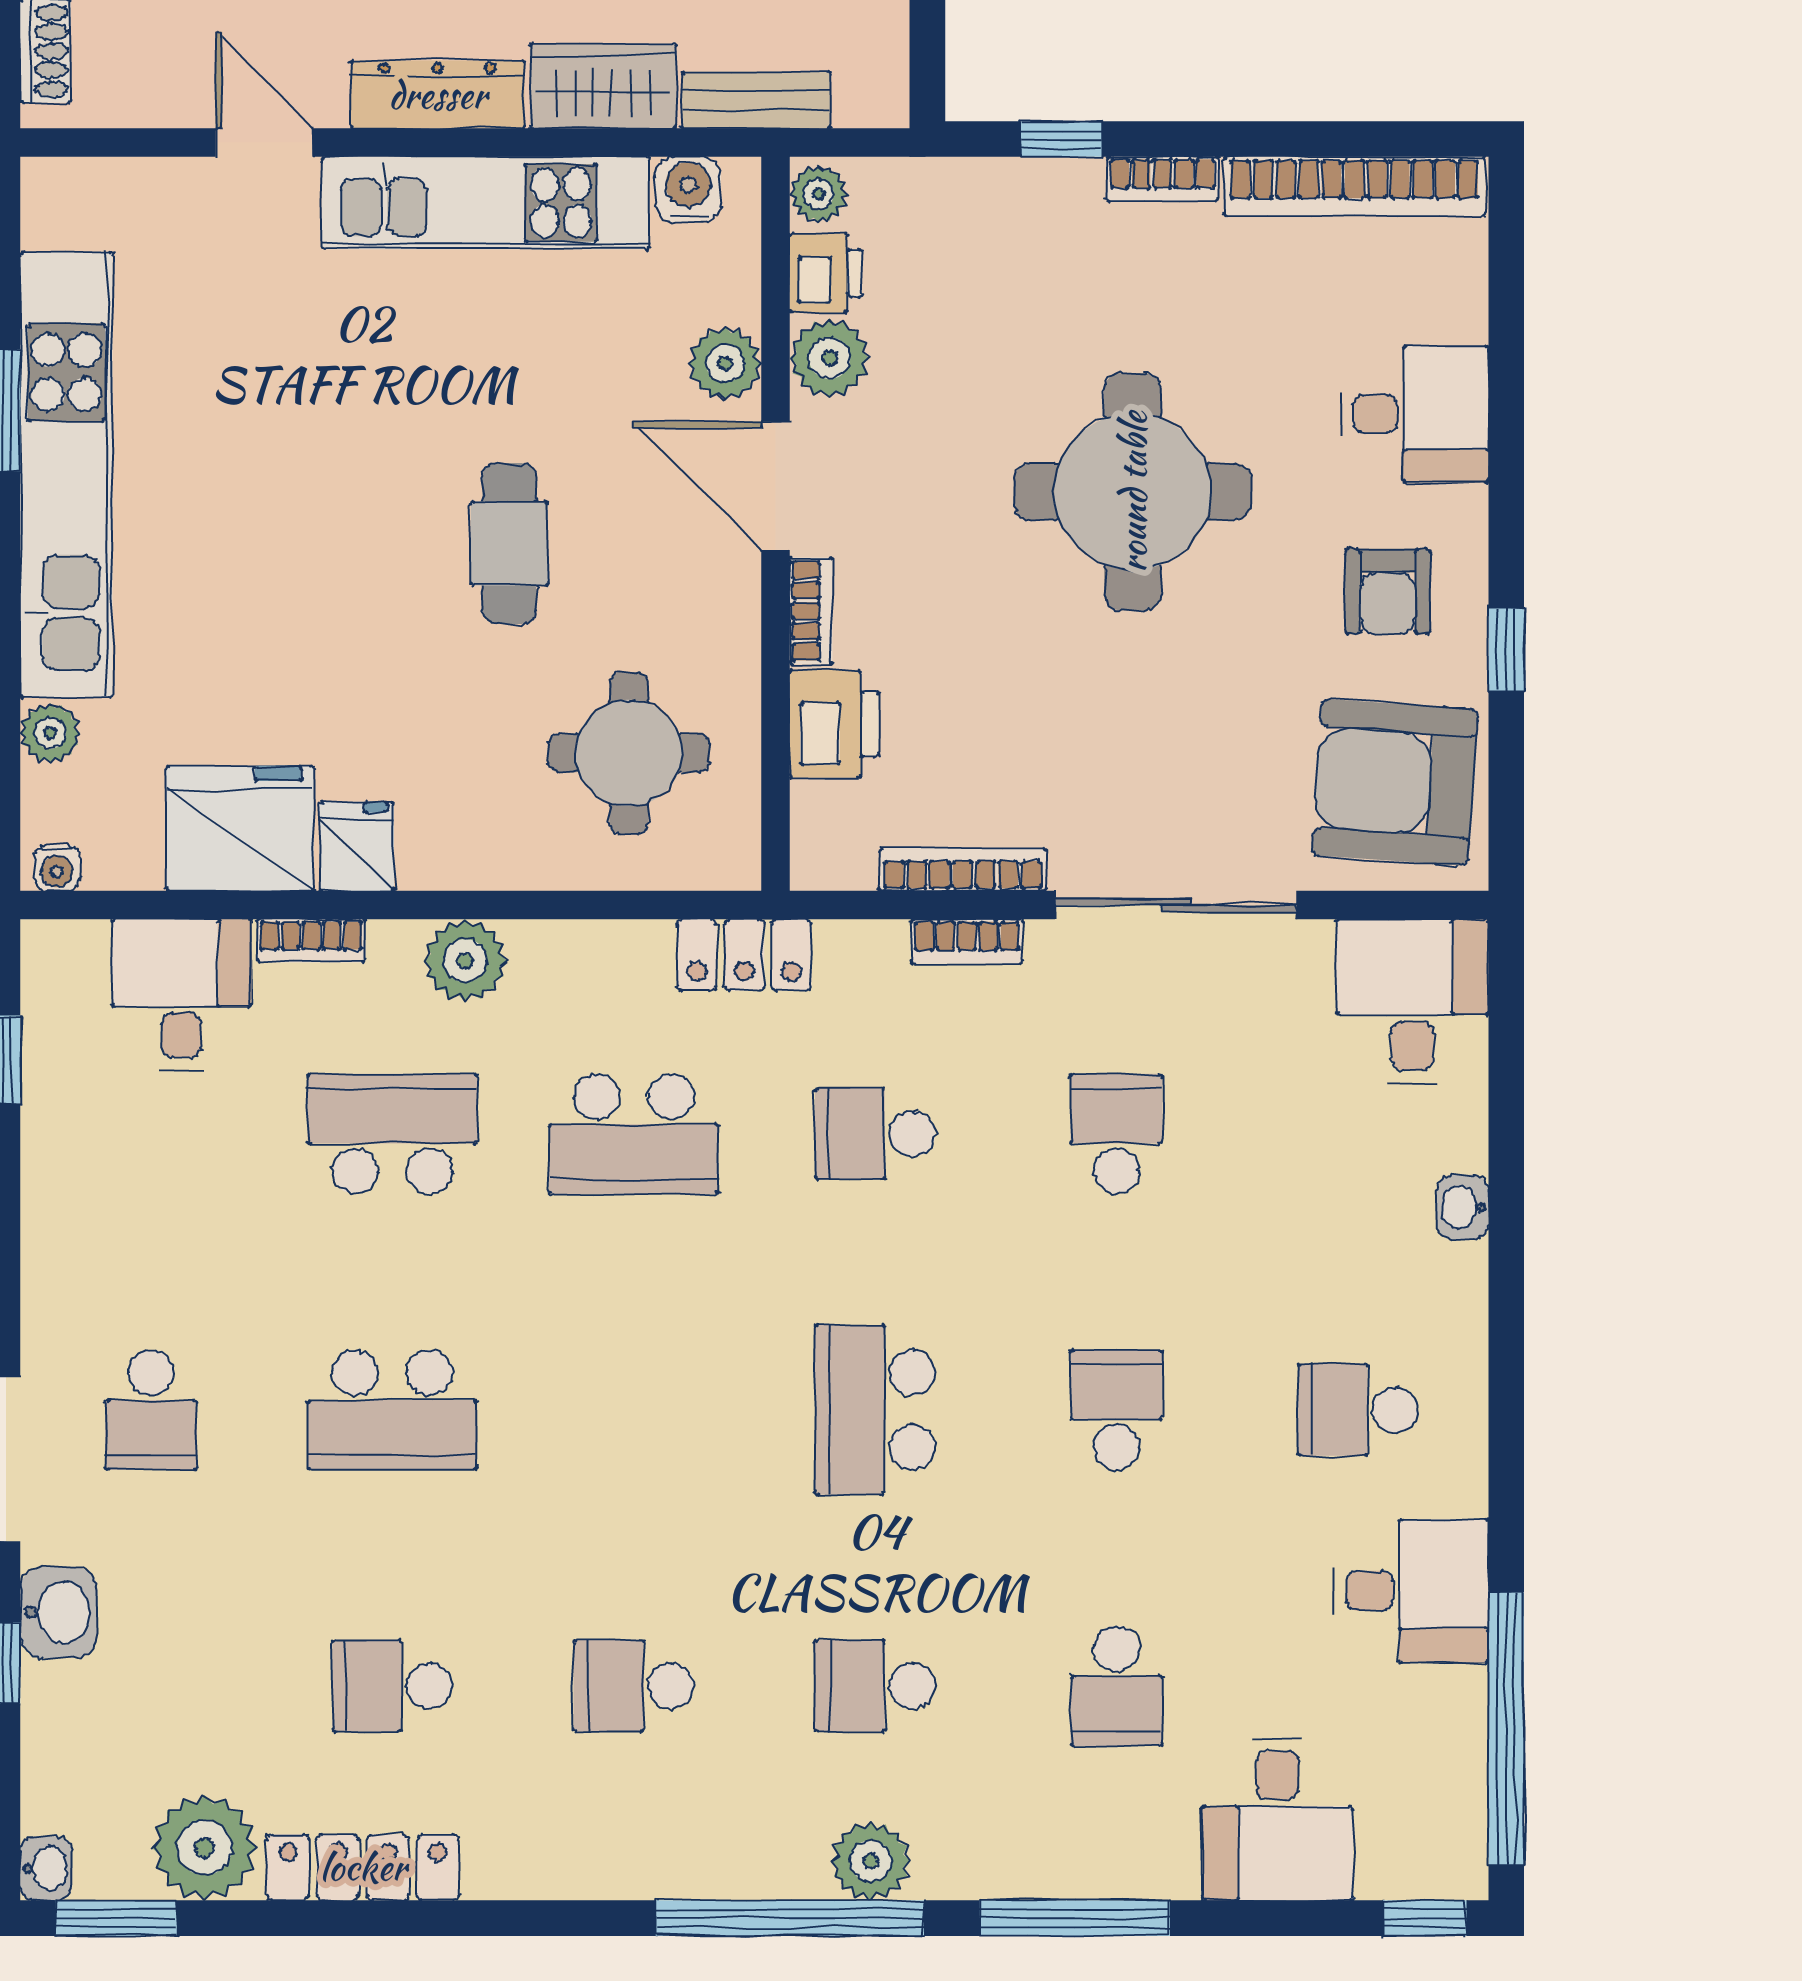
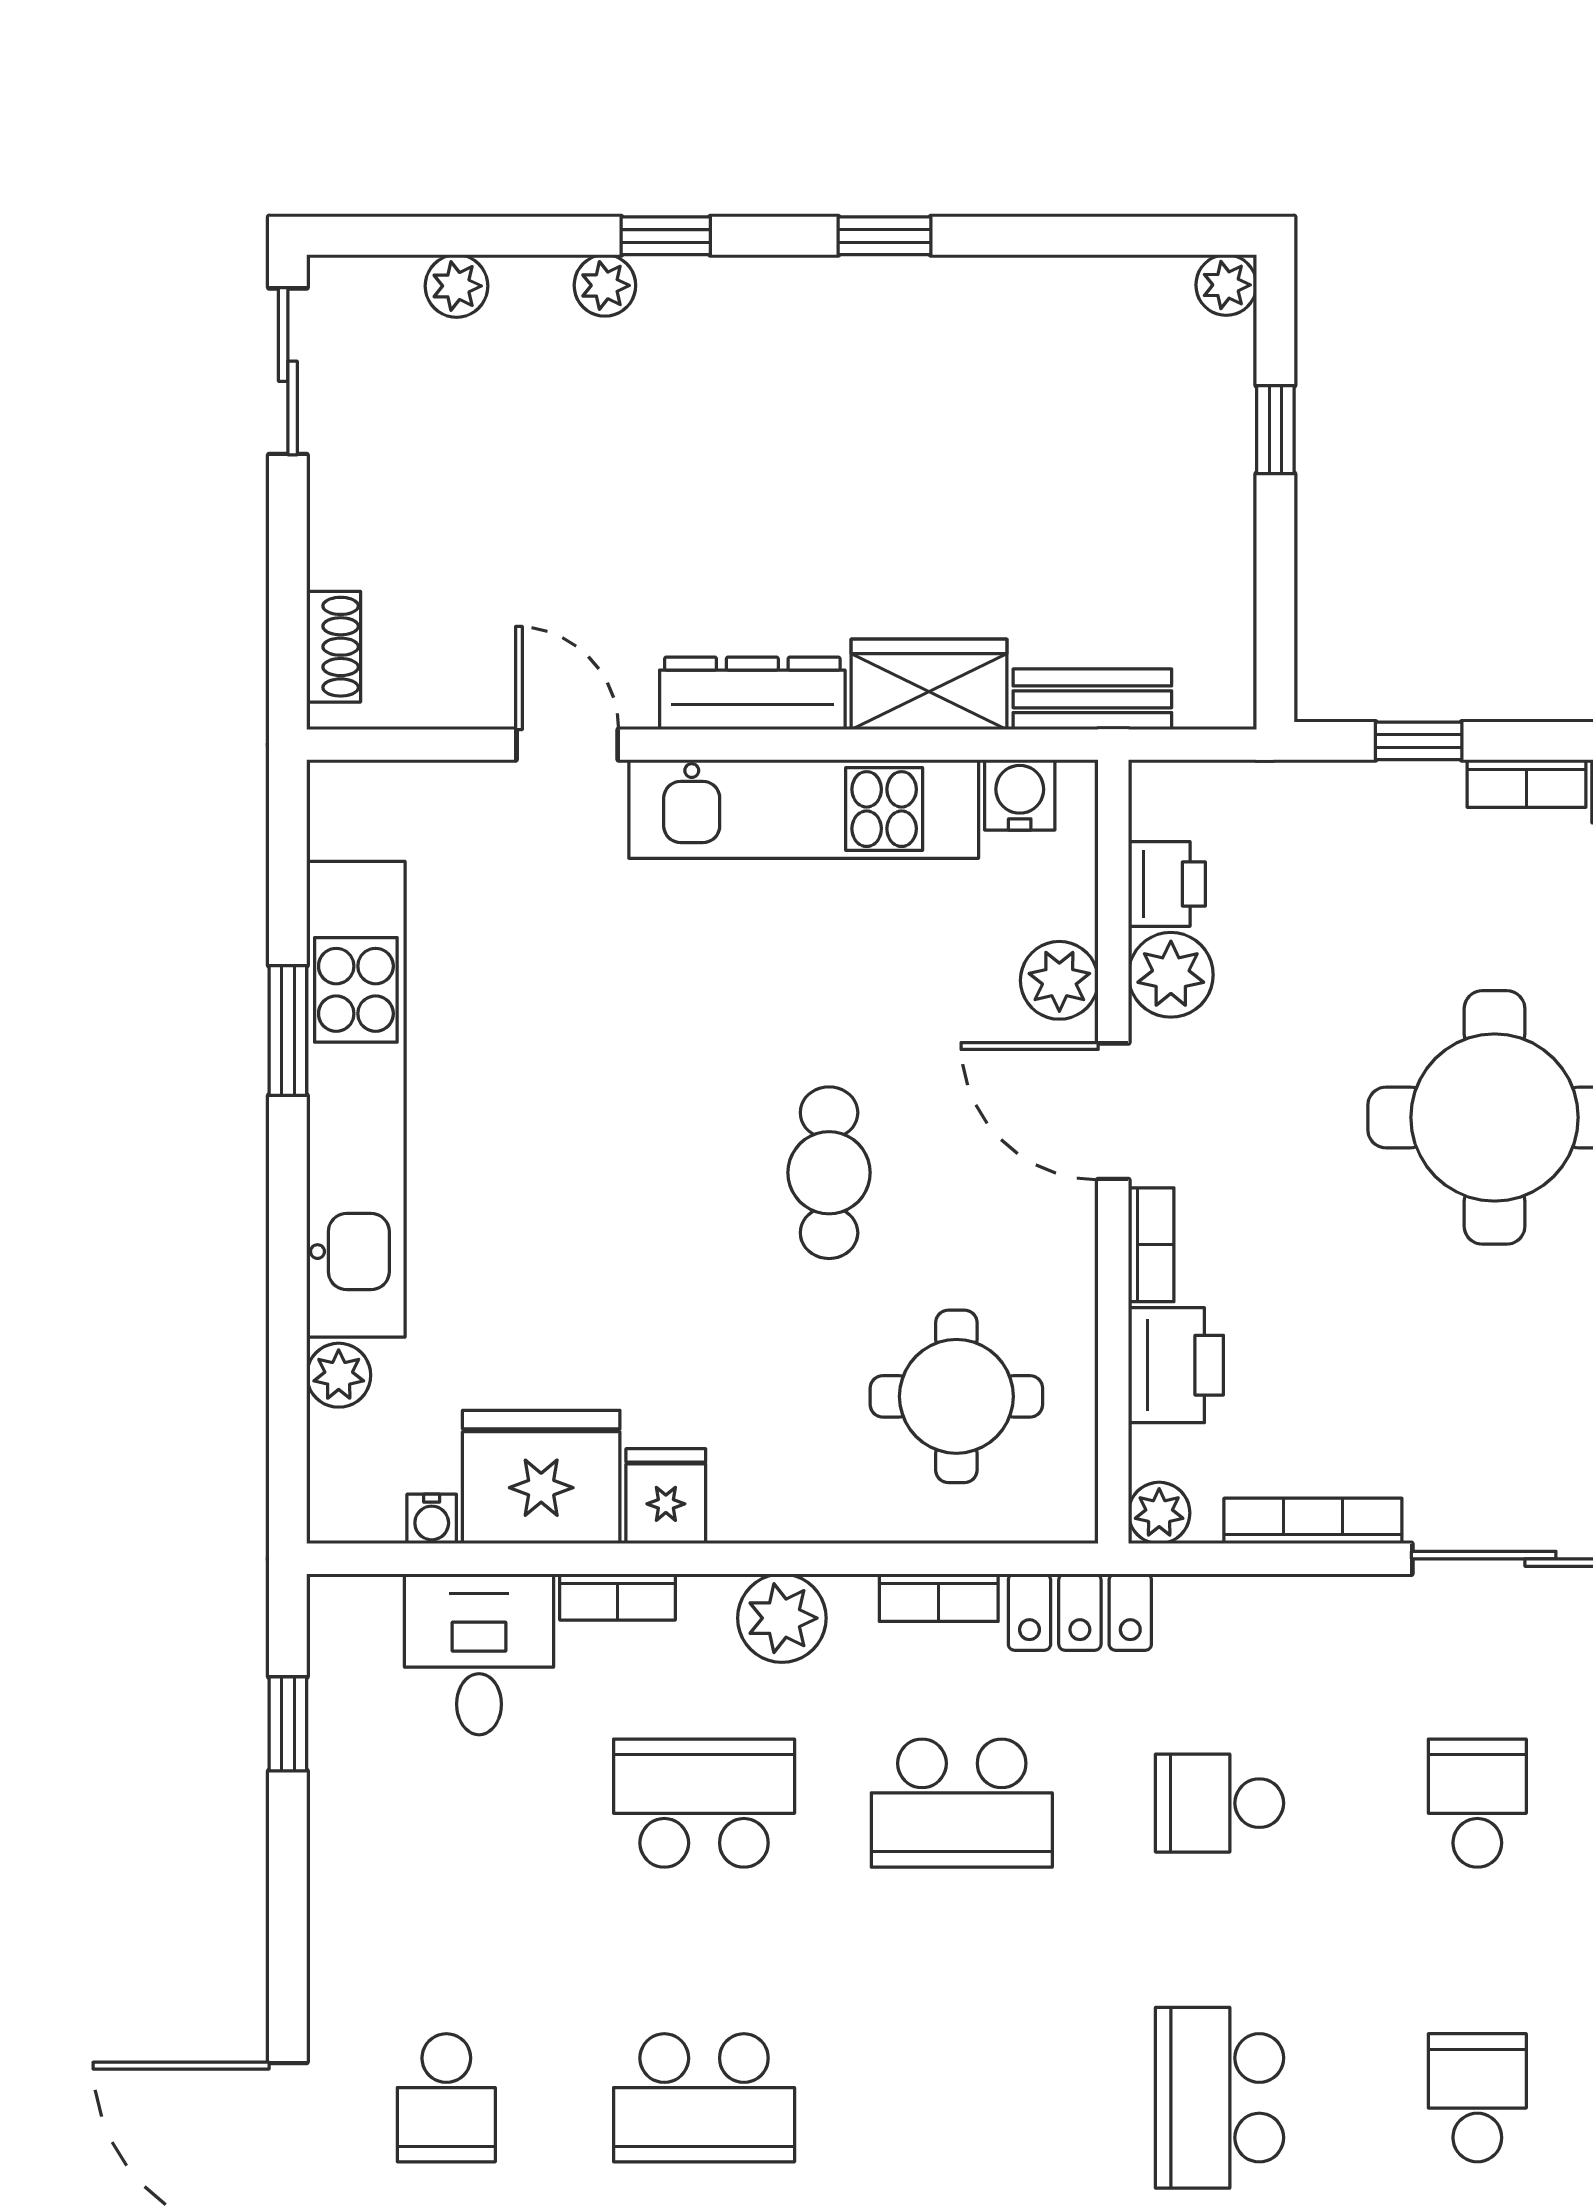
plant: (819, 194) -> (1159, 1513), moved
water cooler: (57, 868) -> (432, 1519), moved
bookcase: (967, 941) -> (939, 1598), moved

